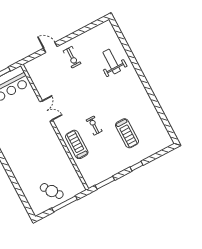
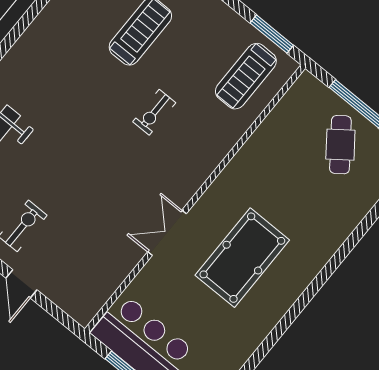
pool table: (25, 136) -> (242, 258), added
treadmill: (77, 144) -> (246, 76), moved

